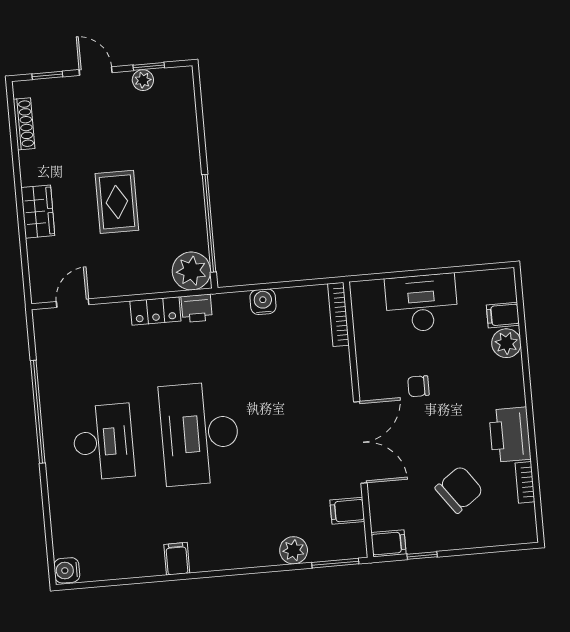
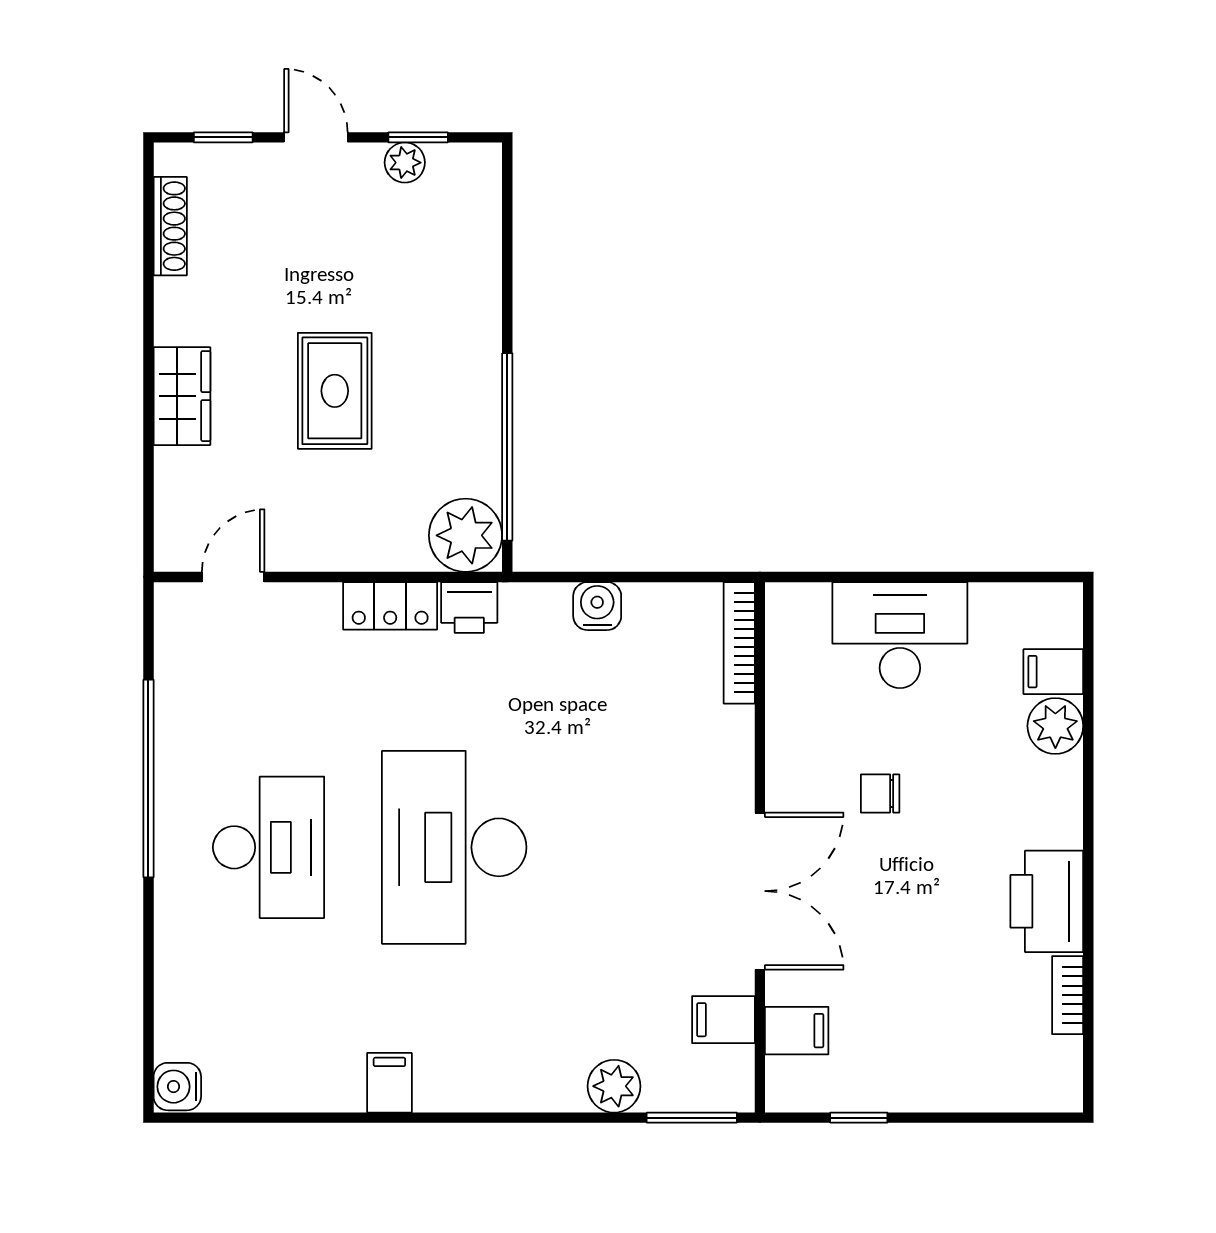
chair: (459, 489) -> (941, 998), removed
filing cabinet: (388, 543) -> (797, 1031), moved

